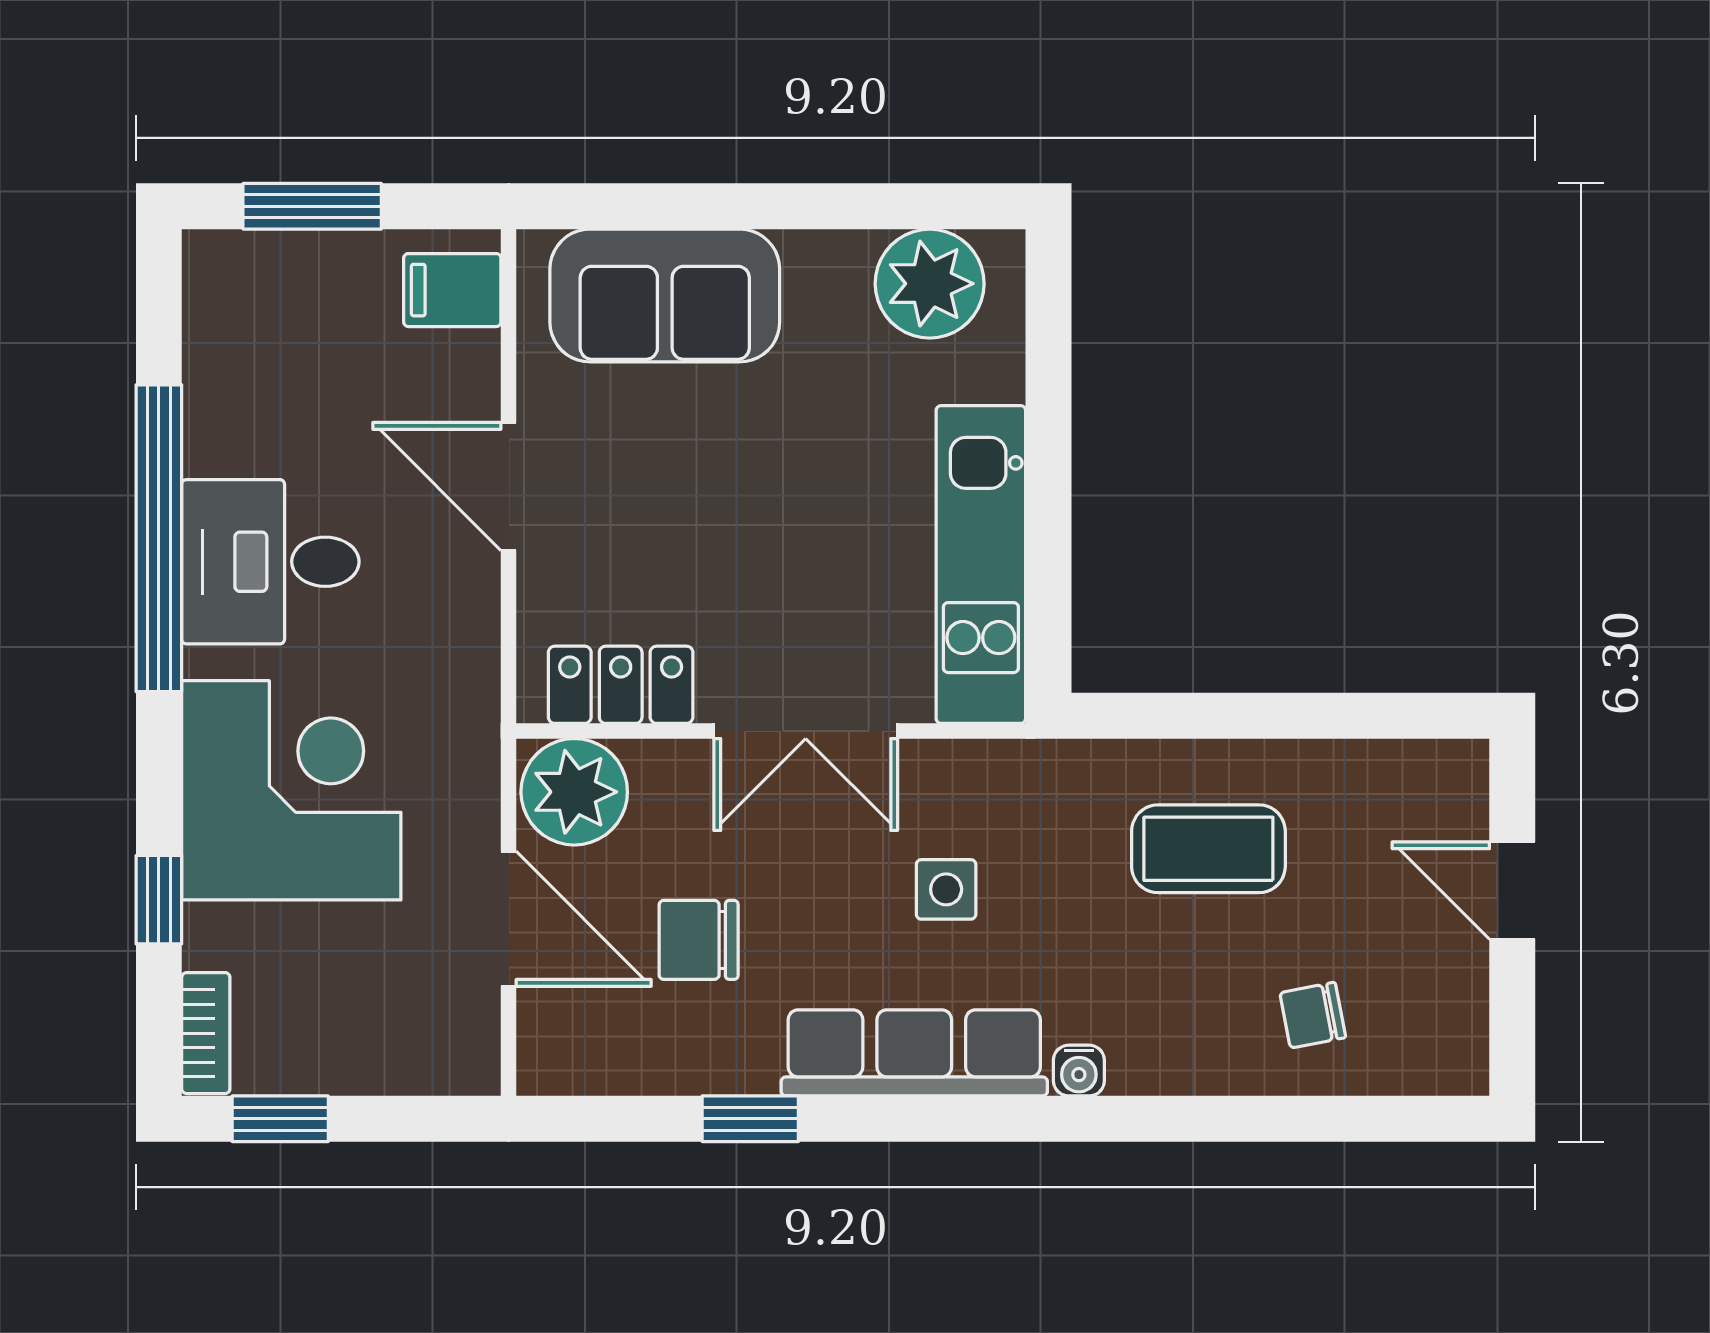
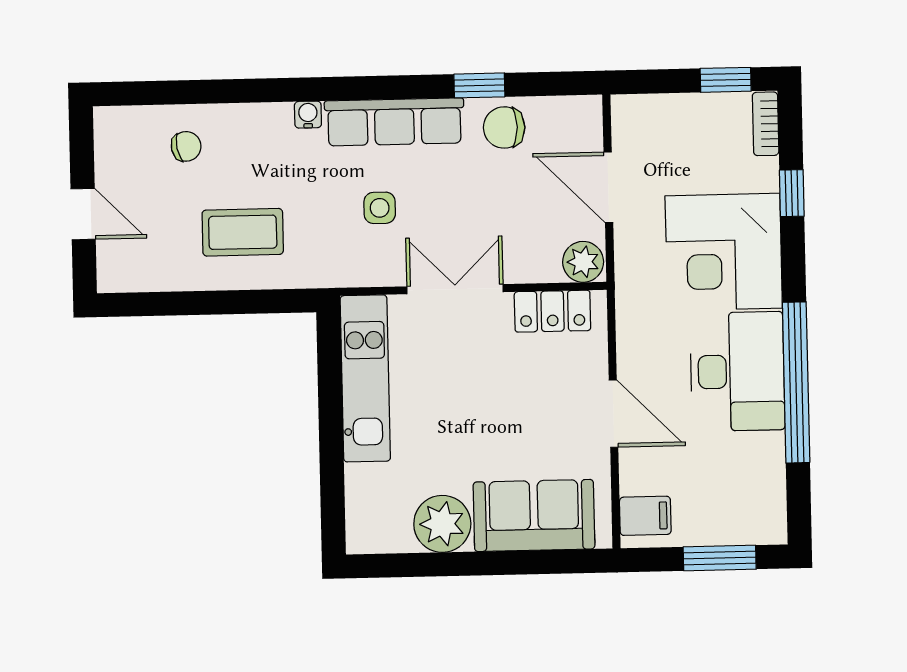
plant: (930, 284) -> (442, 524), moved
desk: (270, 562) -> (737, 371), width x1.37
plant: (574, 792) -> (583, 262), width x0.73, depth x0.73
chair: (699, 940) -> (504, 127), moved, turned 180

